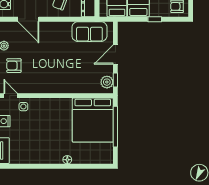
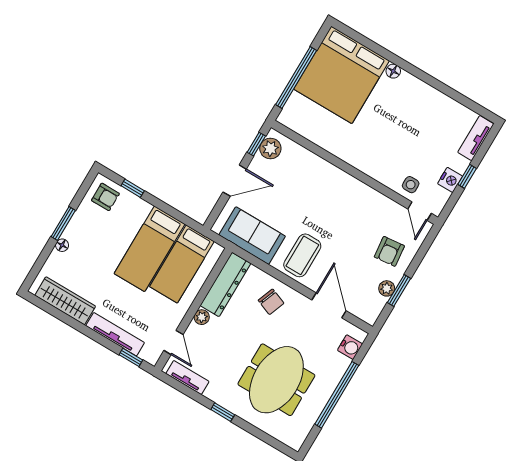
window: (155, 19) -> (133, 188), moved
coffee table: (58, 37) -> (302, 255), added
armchair: (14, 66) -> (389, 251), turned 84
bed: (93, 120) -> (342, 75), moved, turned 180

